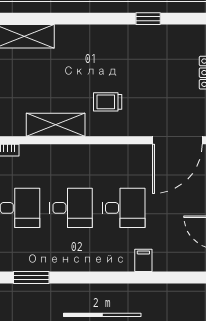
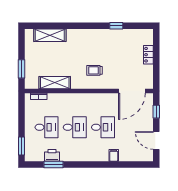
shelving: (56, 125) -> (55, 83), moved
printer: (28, 260) -> (52, 155), added

